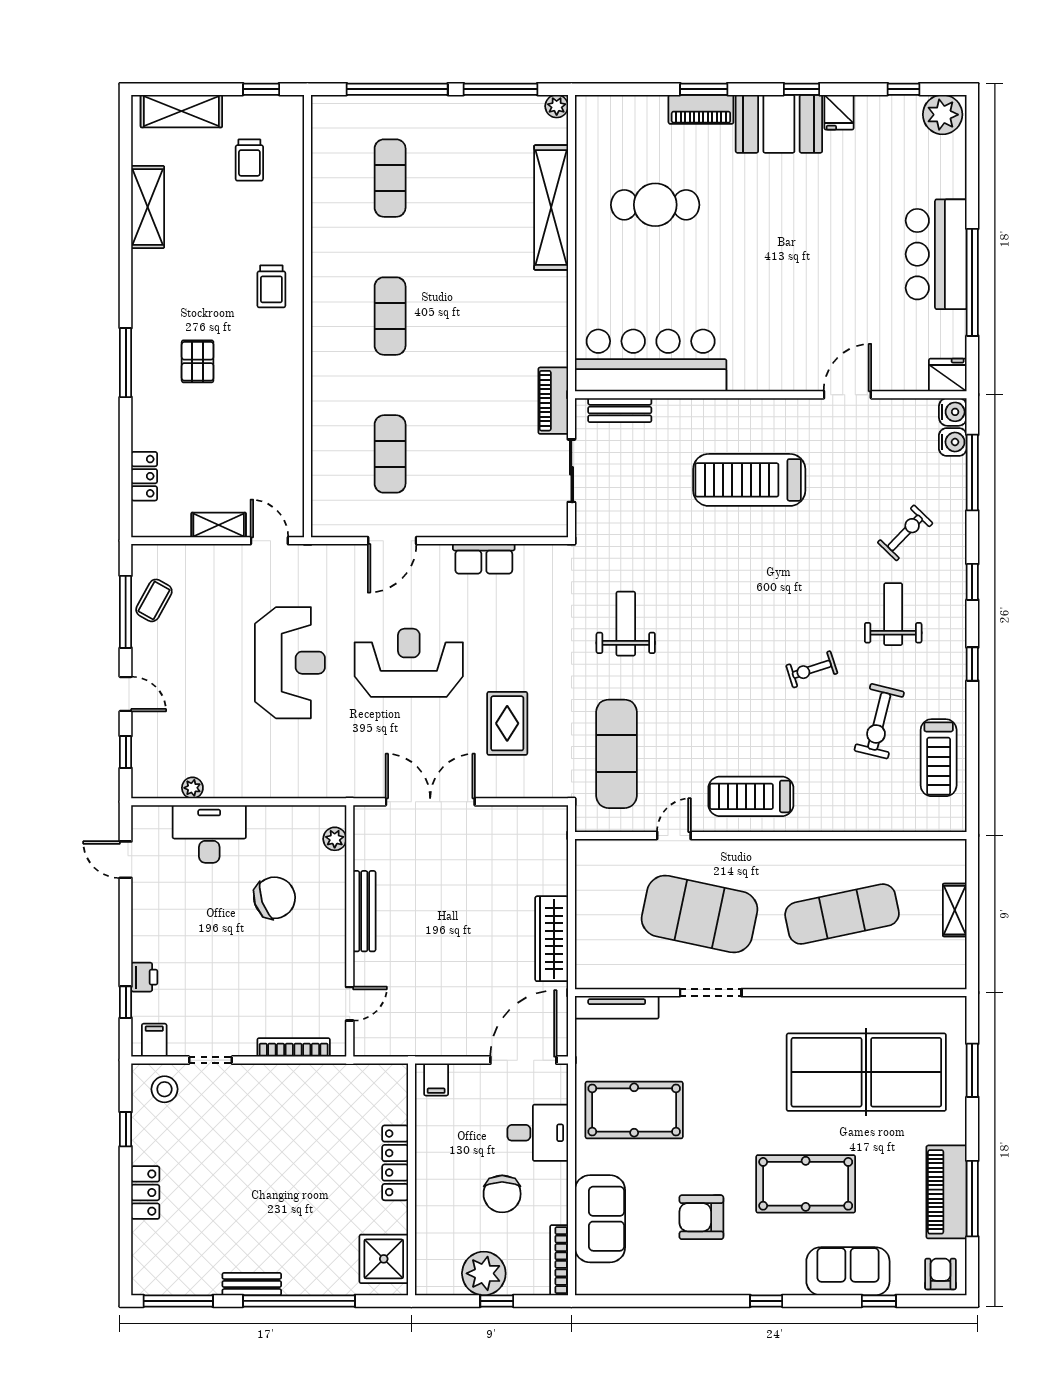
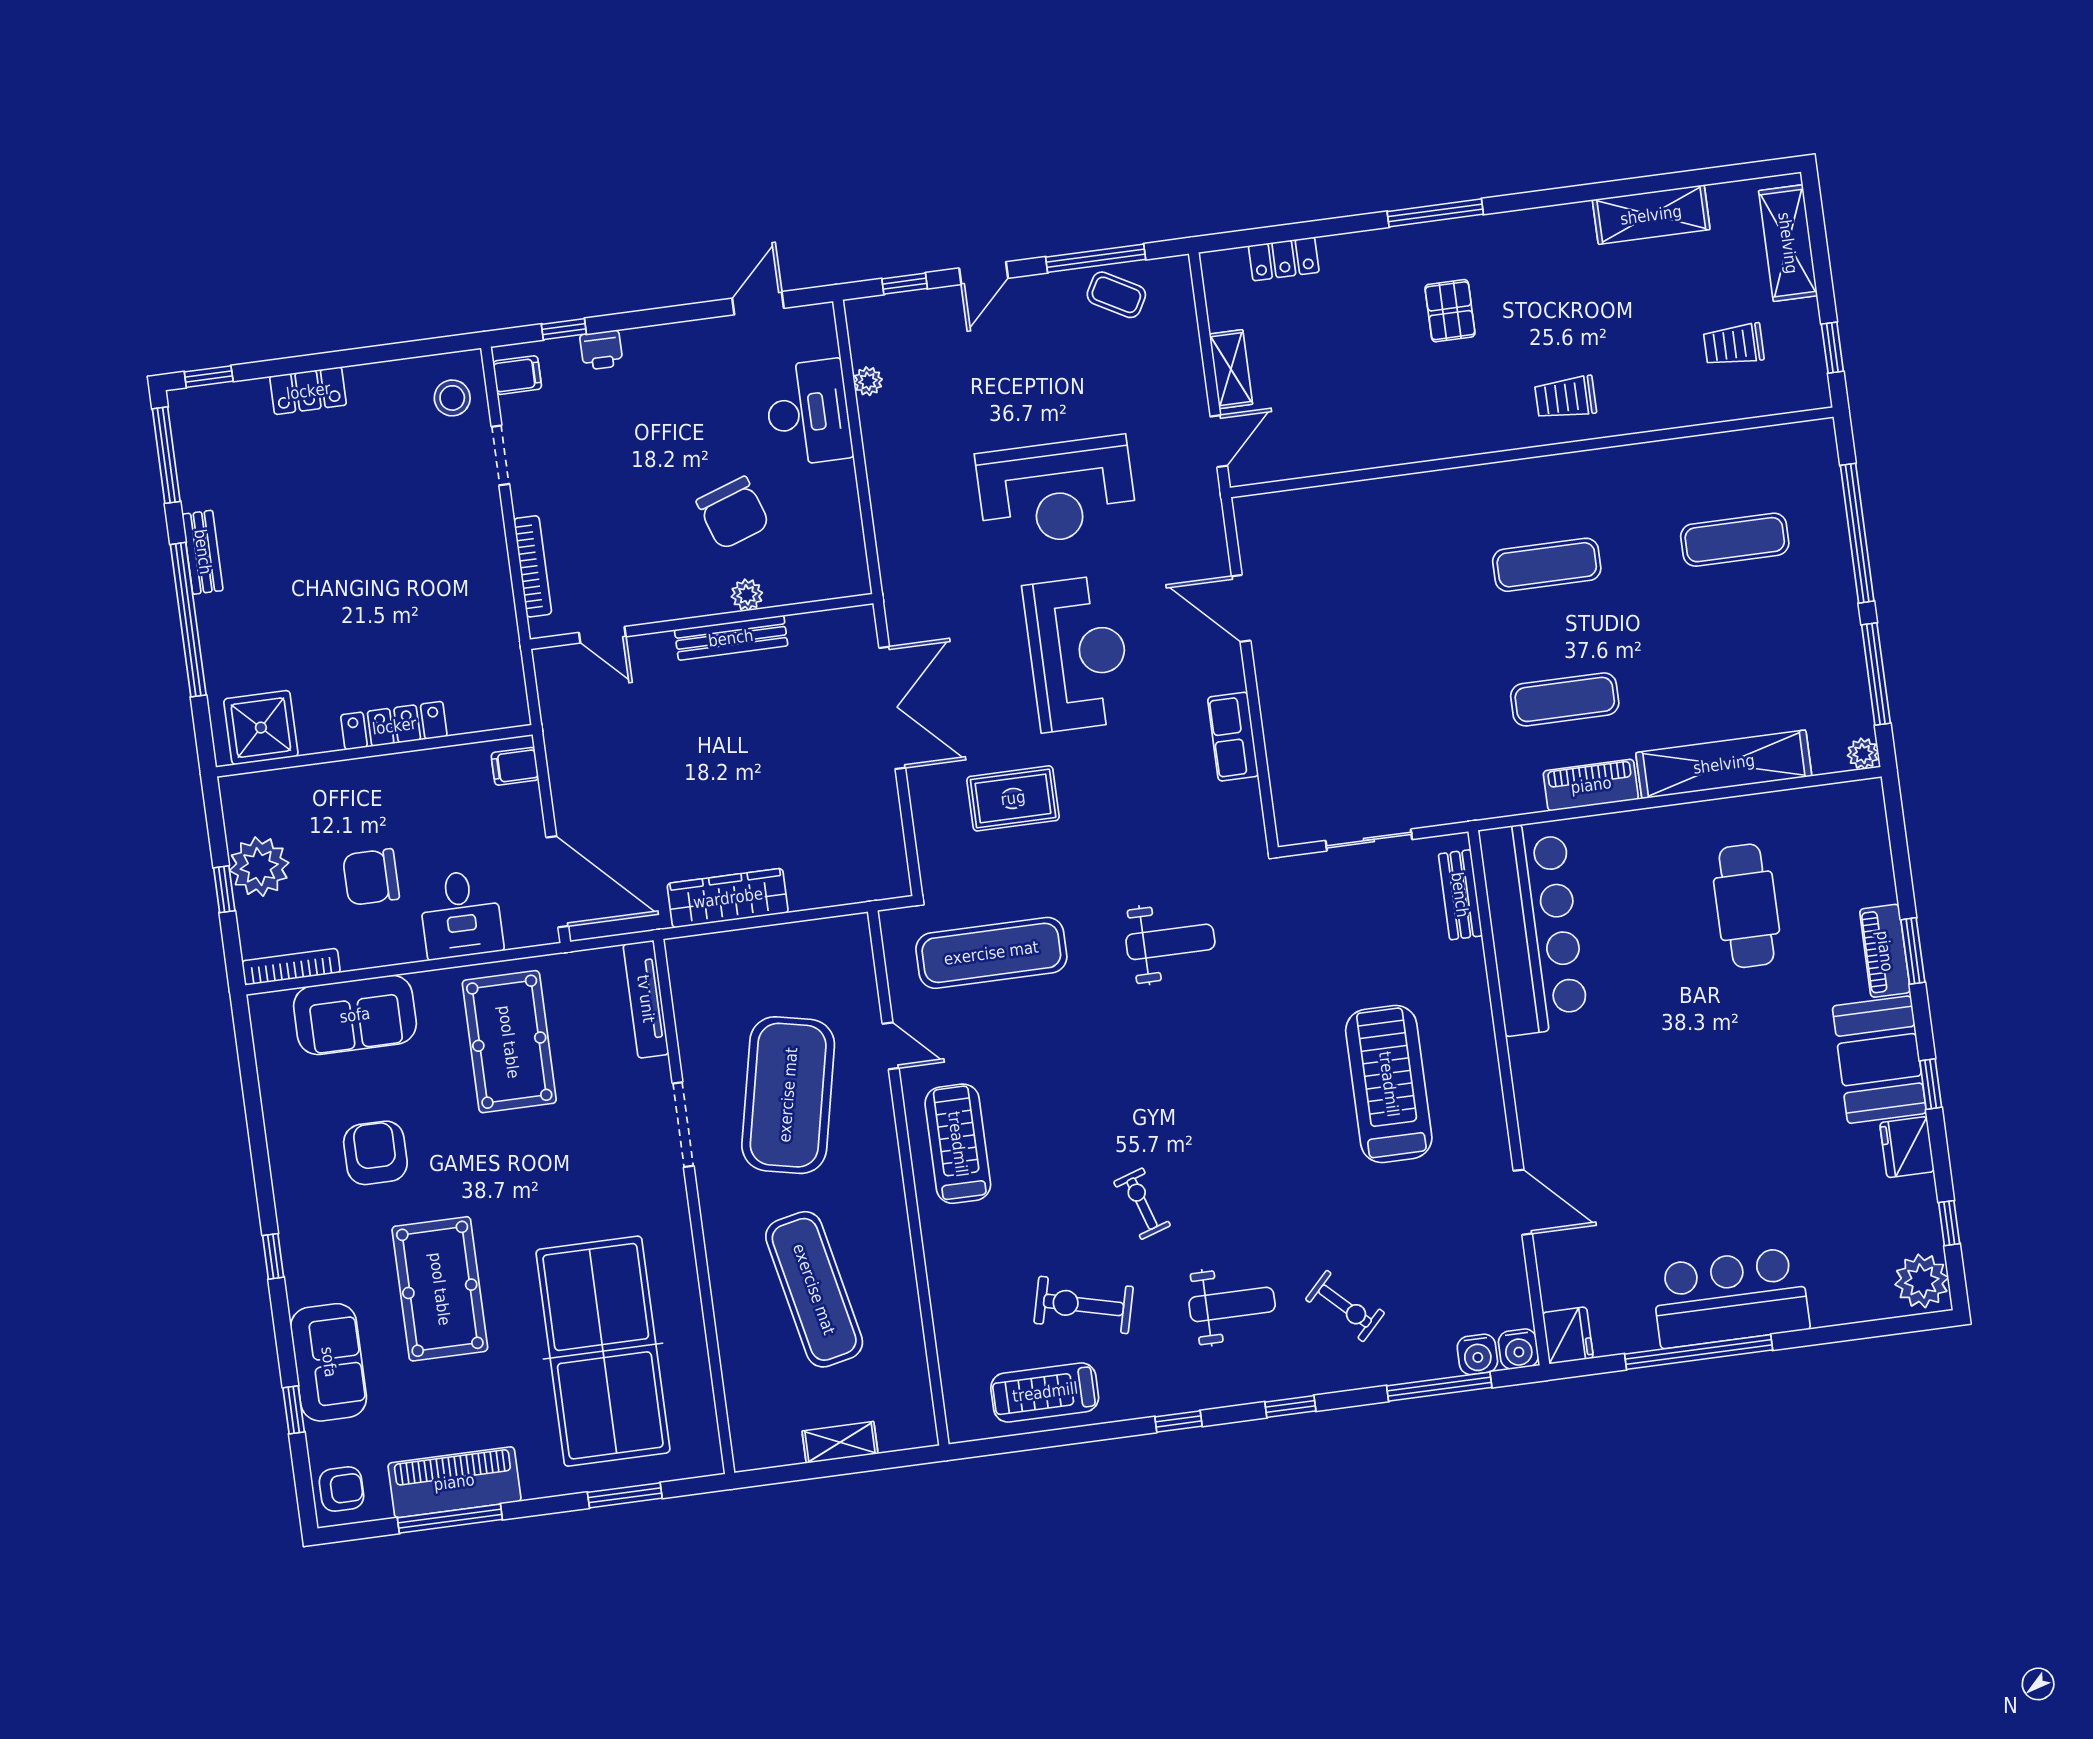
fridge: (839, 112) -> (1907, 1147), width x1.38
pallet: (198, 361) -> (1450, 311), turned 90
piano: (553, 401) -> (1591, 785), moved
exercise mat: (390, 454) -> (1565, 699), moved
plant: (335, 839) -> (747, 595), moved
window: (126, 1129) -> (209, 377), moved

